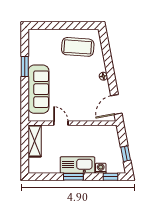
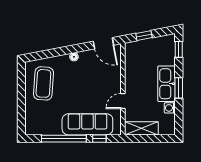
window: (25, 67) -> (64, 139), width x2.11
window: (25, 101) -> (99, 139), added
window: (126, 154) -> (144, 36), moved
washing machine: (101, 168) -> (170, 108), moved

